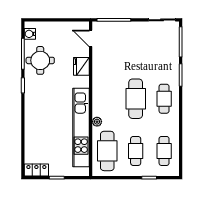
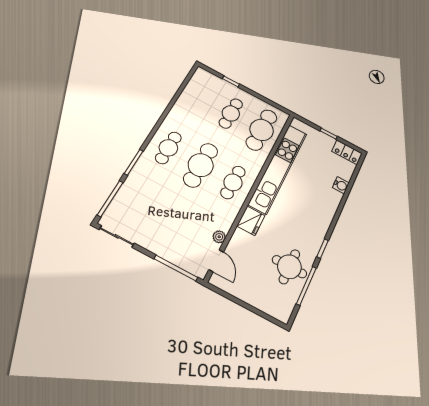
water cooler: (30, 34) -> (341, 185), moved
fridge: (81, 66) -> (251, 221), moved
plant: (97, 122) -> (219, 237), moved
cafe table: (164, 151) -> (233, 182), moved

